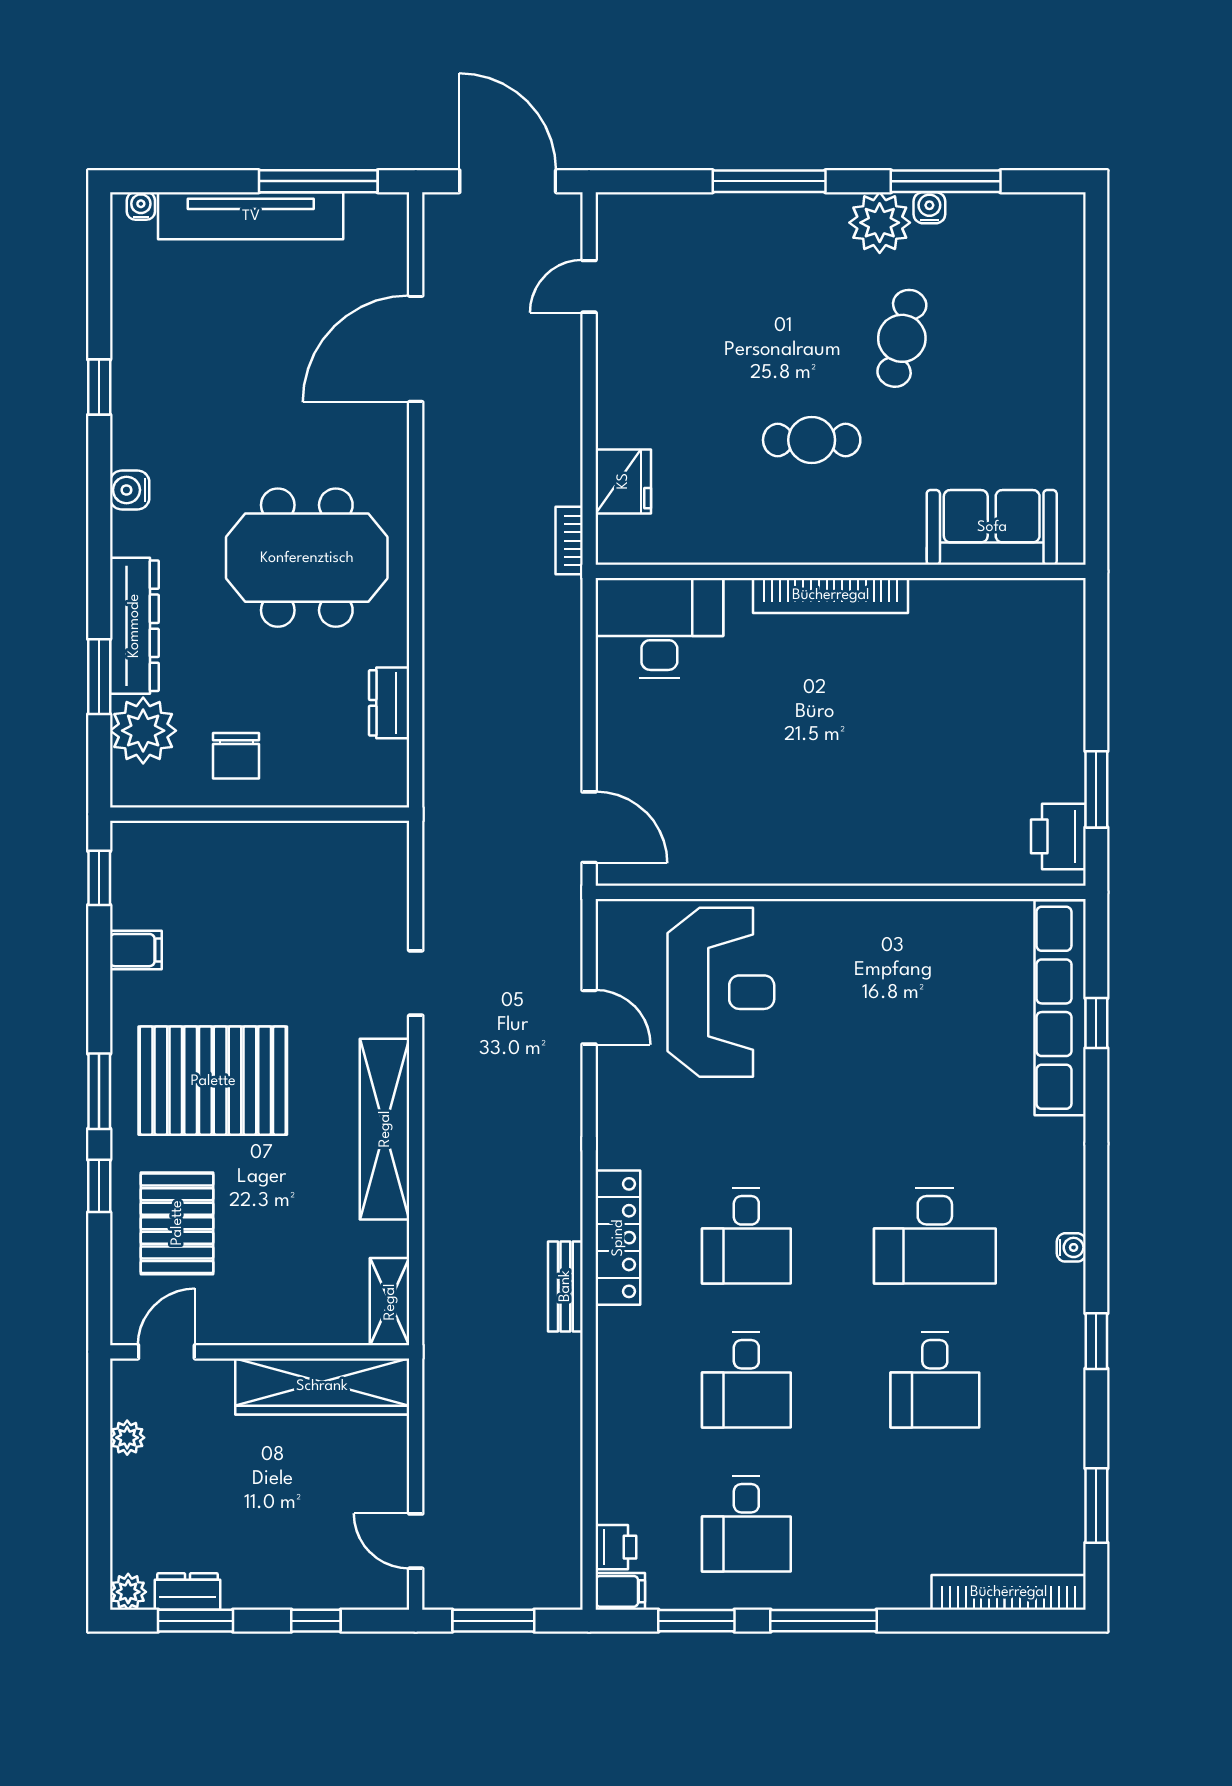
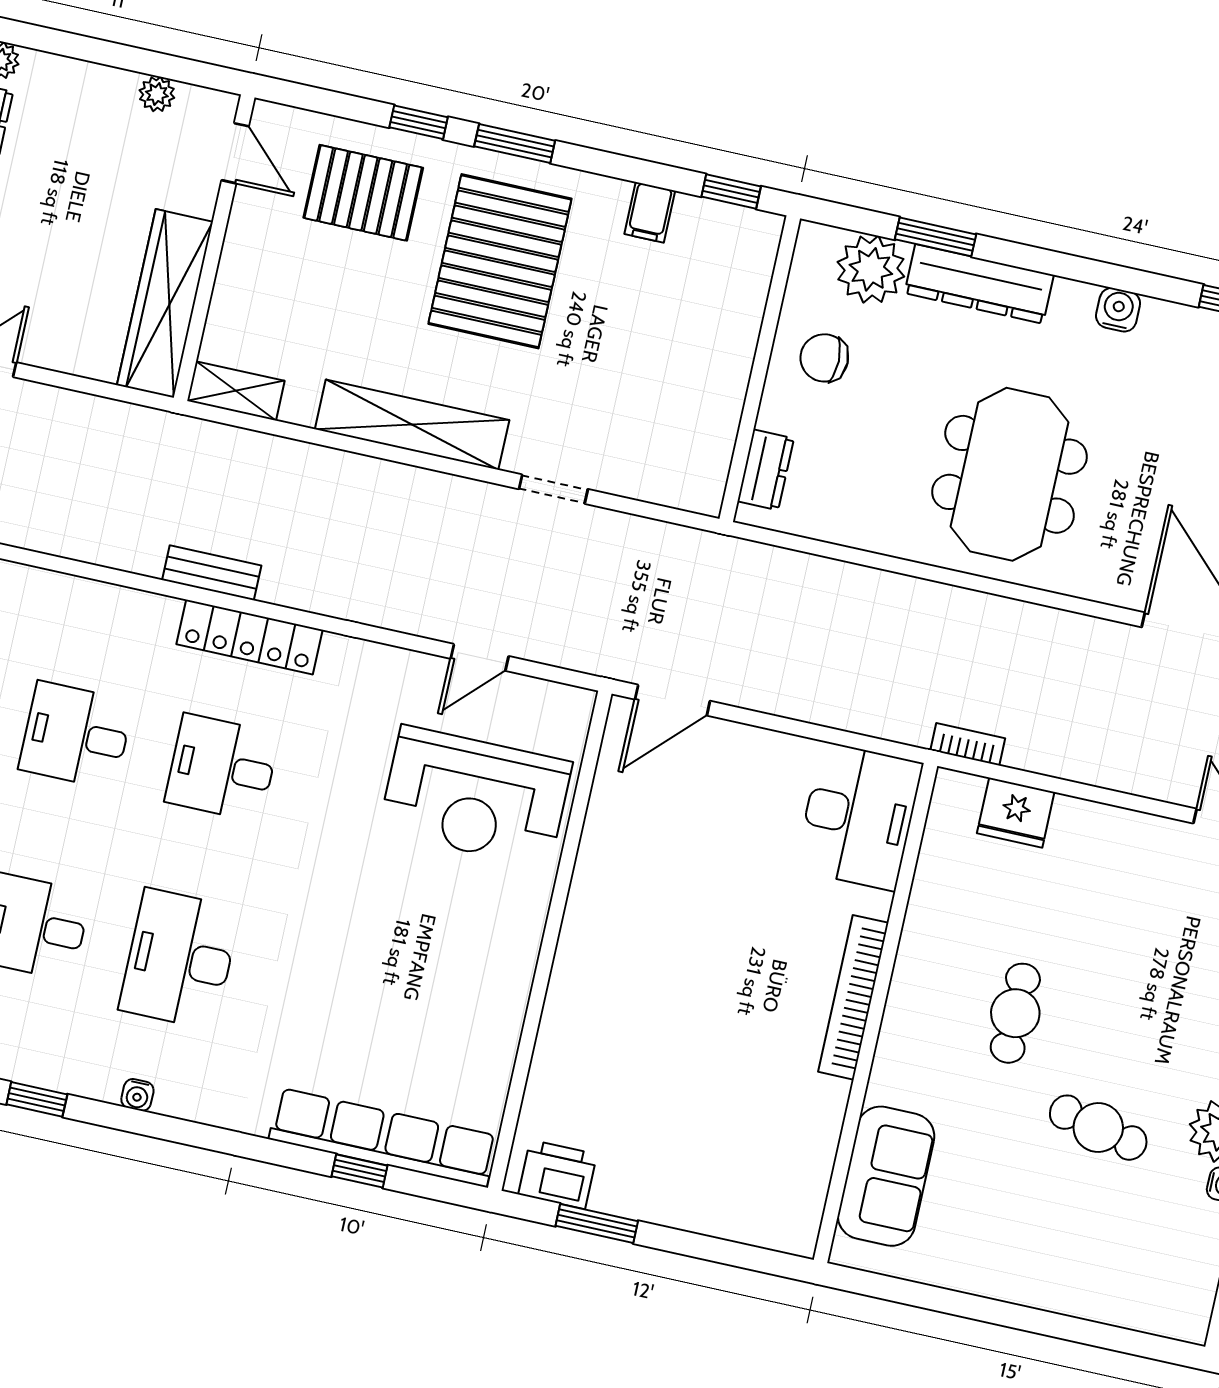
dresser: (389, 703) -> (766, 470), moved, turned 90

